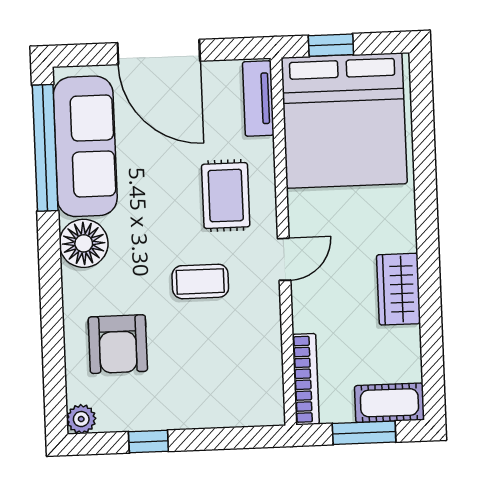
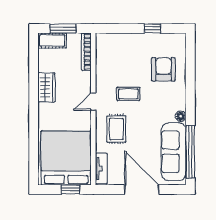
floor lamp: (84, 243) -> (181, 116), width x0.53, depth x0.53
plant: (81, 419) -> (180, 39), removed

